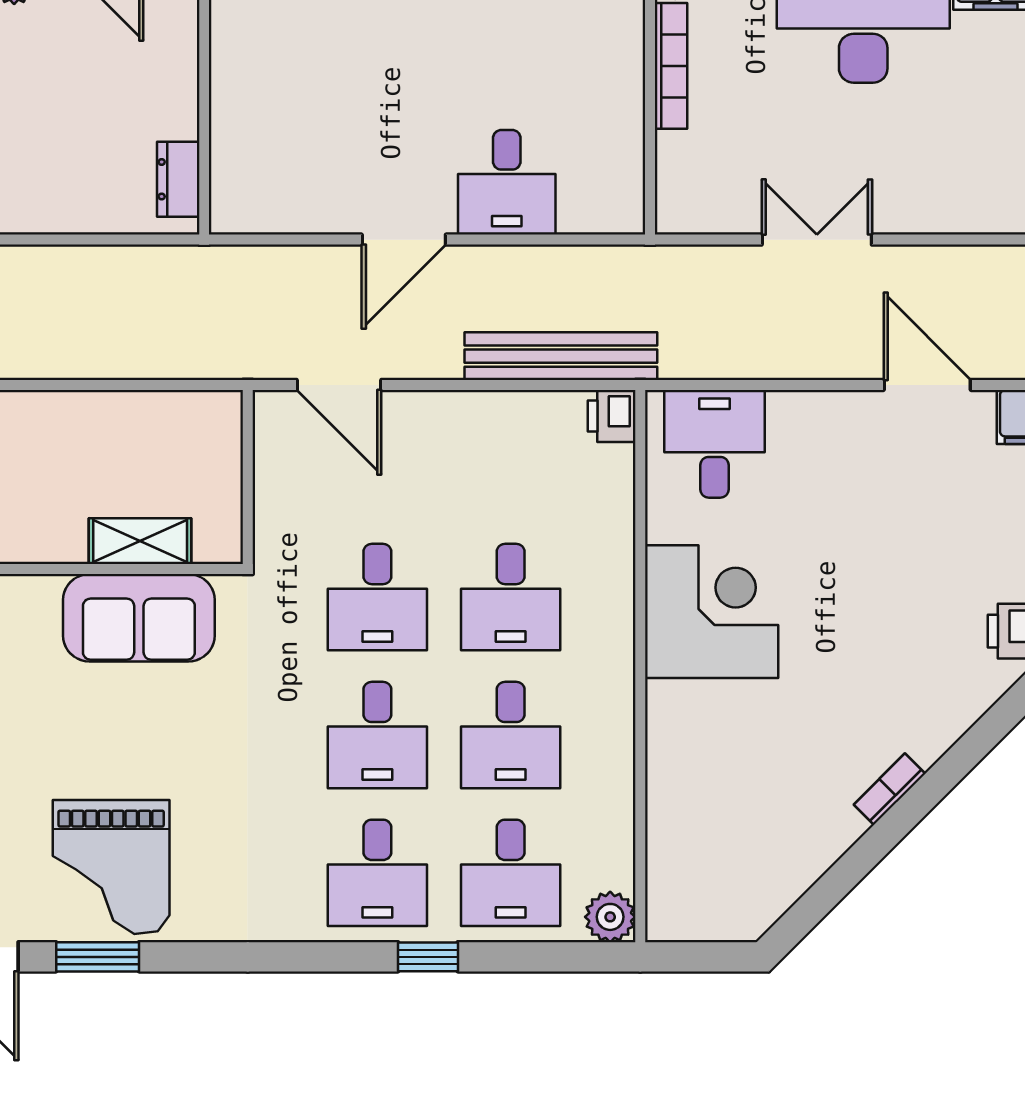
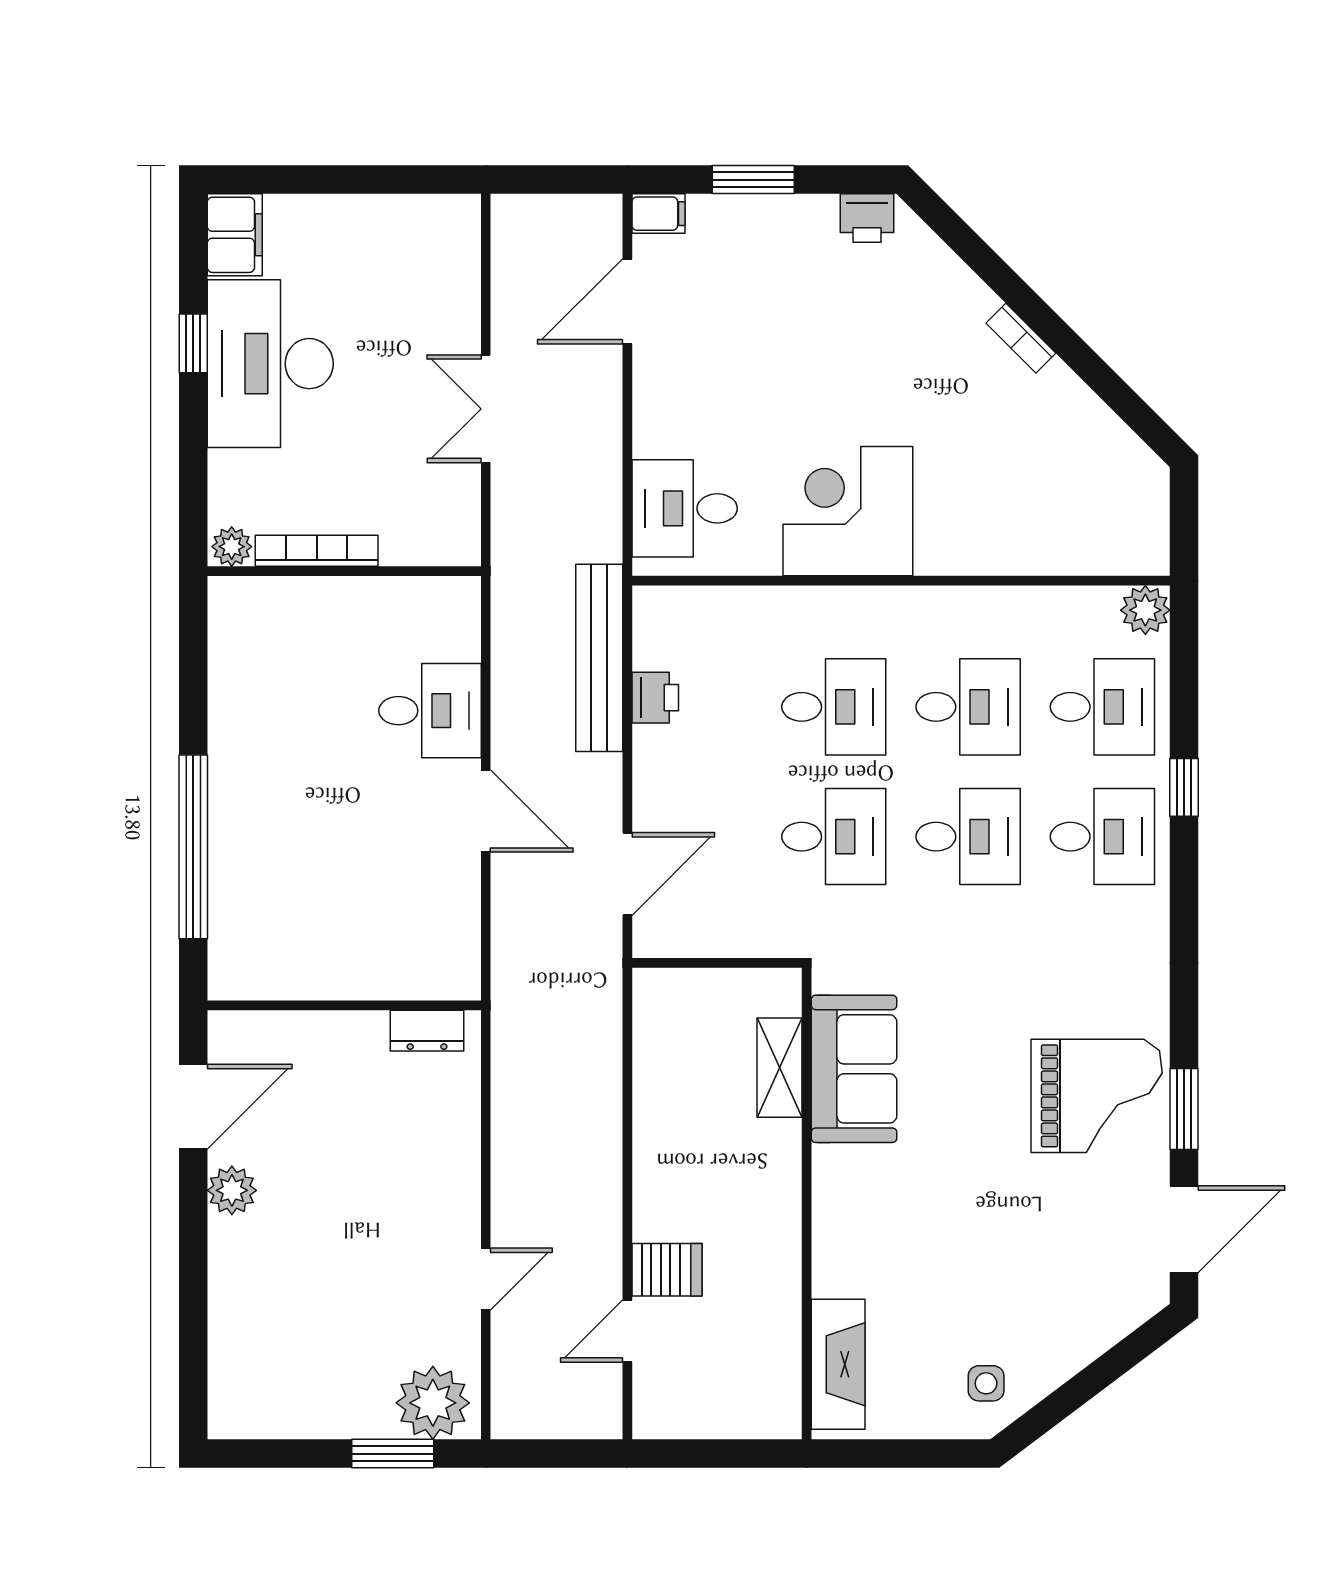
printer: (612, 416) -> (655, 698), moved, turned -90

